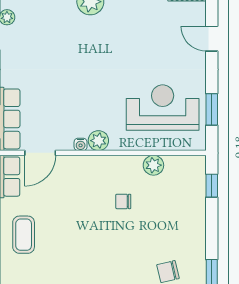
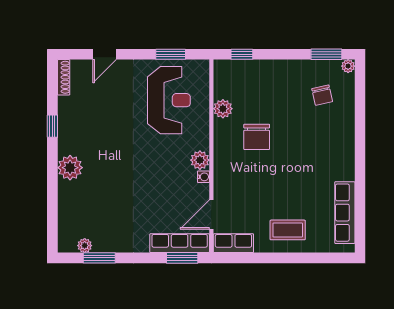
reception desk: (163, 107) -> (169, 100), turned 180
door: (40, 153) -> (211, 215), swing flipped
chair: (123, 201) -> (257, 137), width x1.87, depth x1.87

